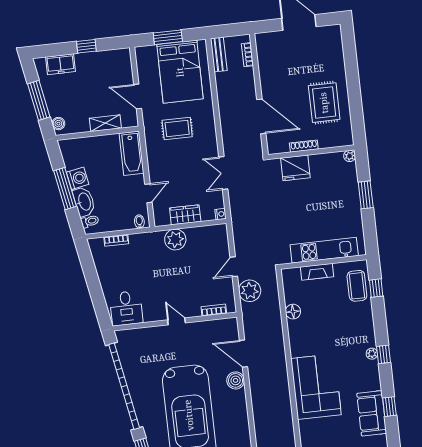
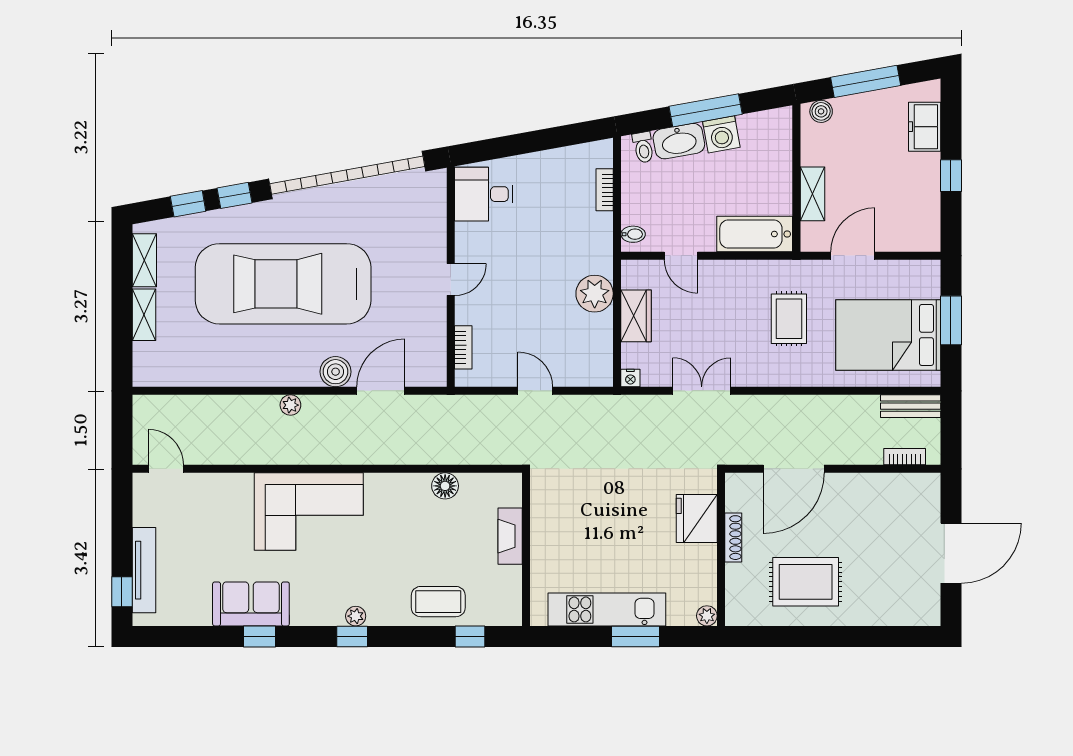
kitchen unit: (324, 250) -> (607, 609), moved, turned -90
coffee table: (357, 286) -> (438, 602), moved
plant: (250, 291) -> (290, 405), moved, width x0.53, depth x0.53

